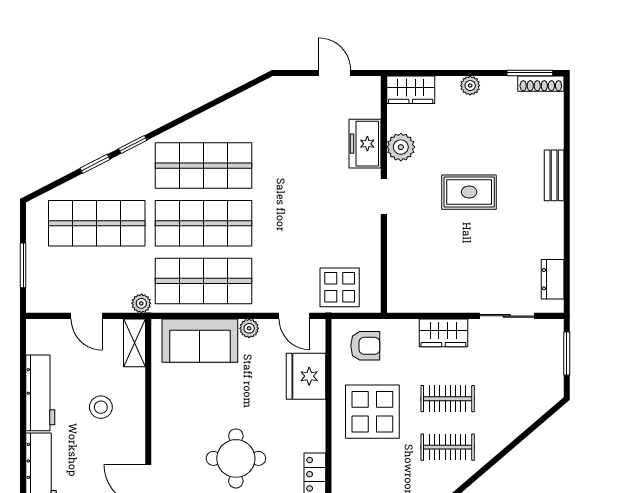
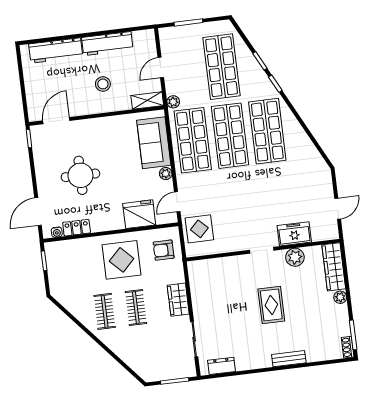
shoe rack: (541, 84) -> (348, 347), width x0.70
wardrobe: (411, 90) -> (334, 267), width x1.50
armchair: (365, 346) -> (164, 250), turned 90

